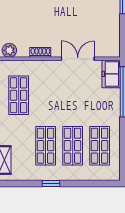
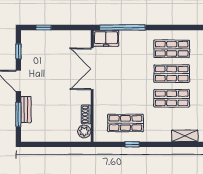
shoe rack: (40, 52) -> (86, 114), moved
double door: (78, 59) -> (92, 69), width x1.37

